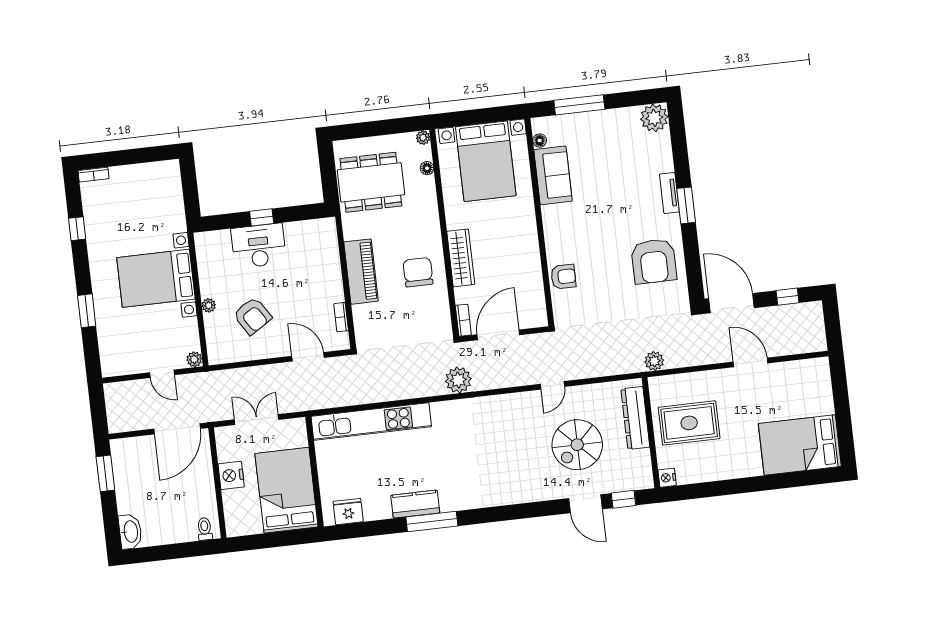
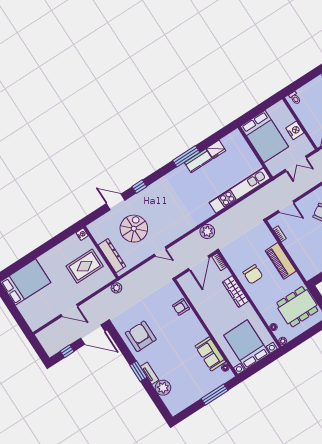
plant: (654, 118) -> (163, 388), moved
door: (552, 385) -> (160, 252), swing flipped
window: (624, 499) -> (139, 187), moved
fridge: (348, 512) -> (216, 149), moved

